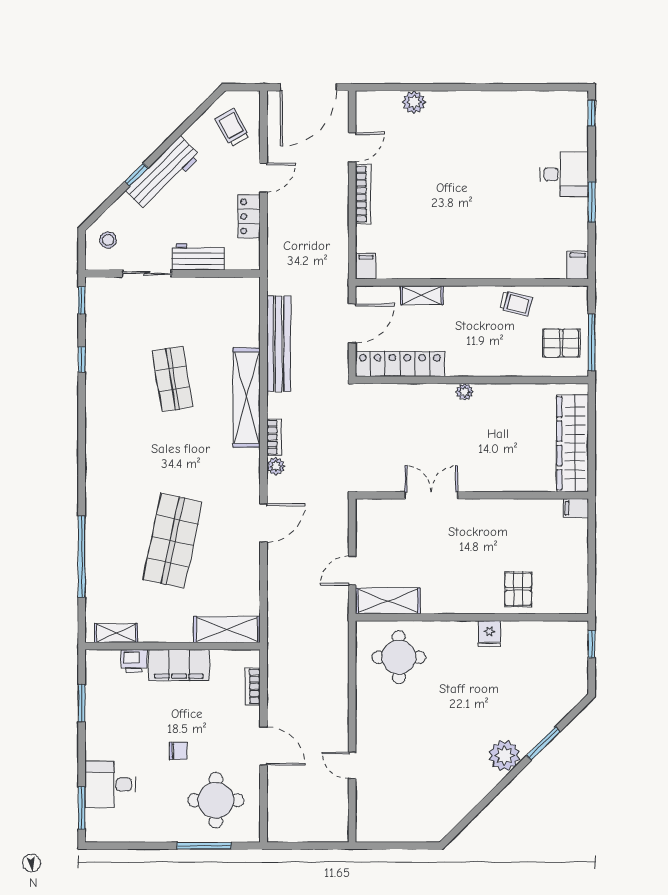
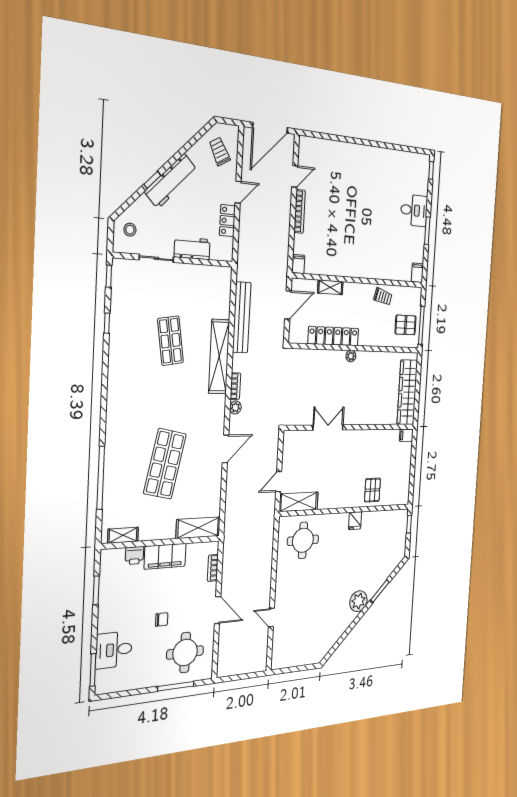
plant: (414, 102) -> (334, 148), removed
locker: (400, 364) -> (333, 336), moved

